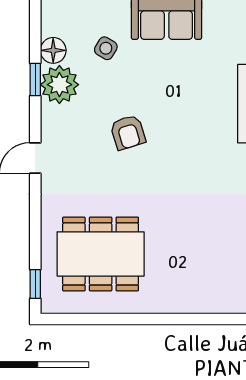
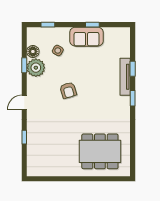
dining table: (101, 254) -> (100, 151), moved
window: (35, 284) -> (24, 137), moved

